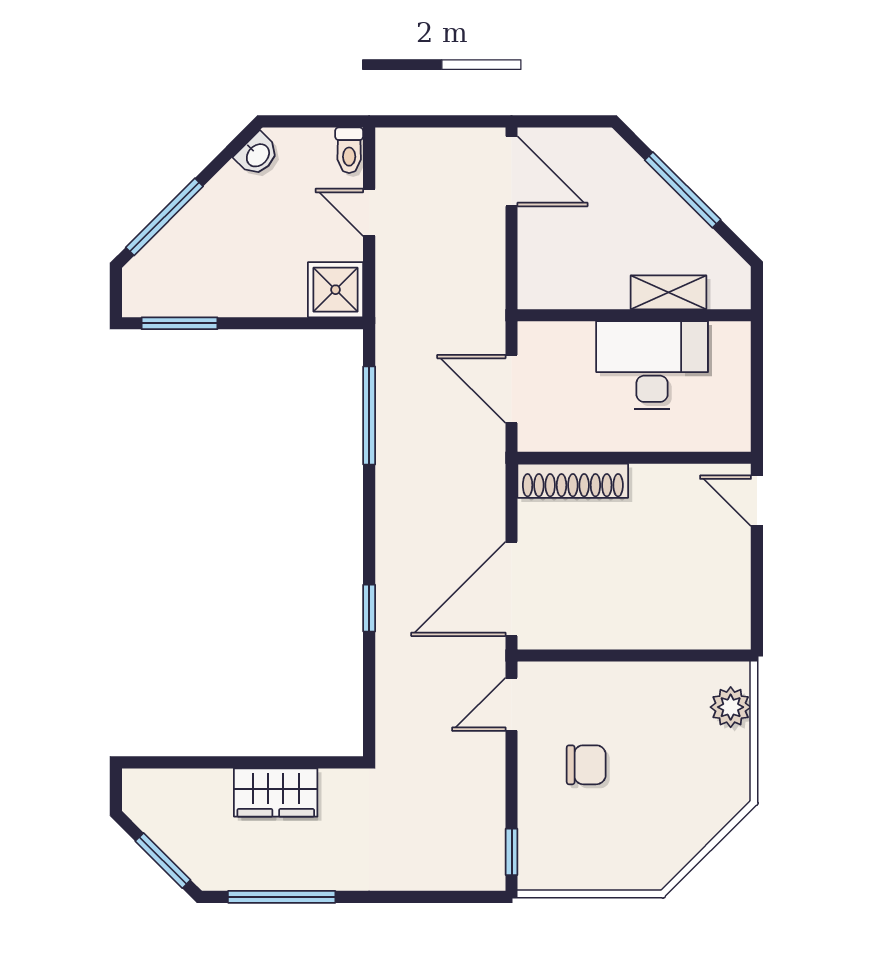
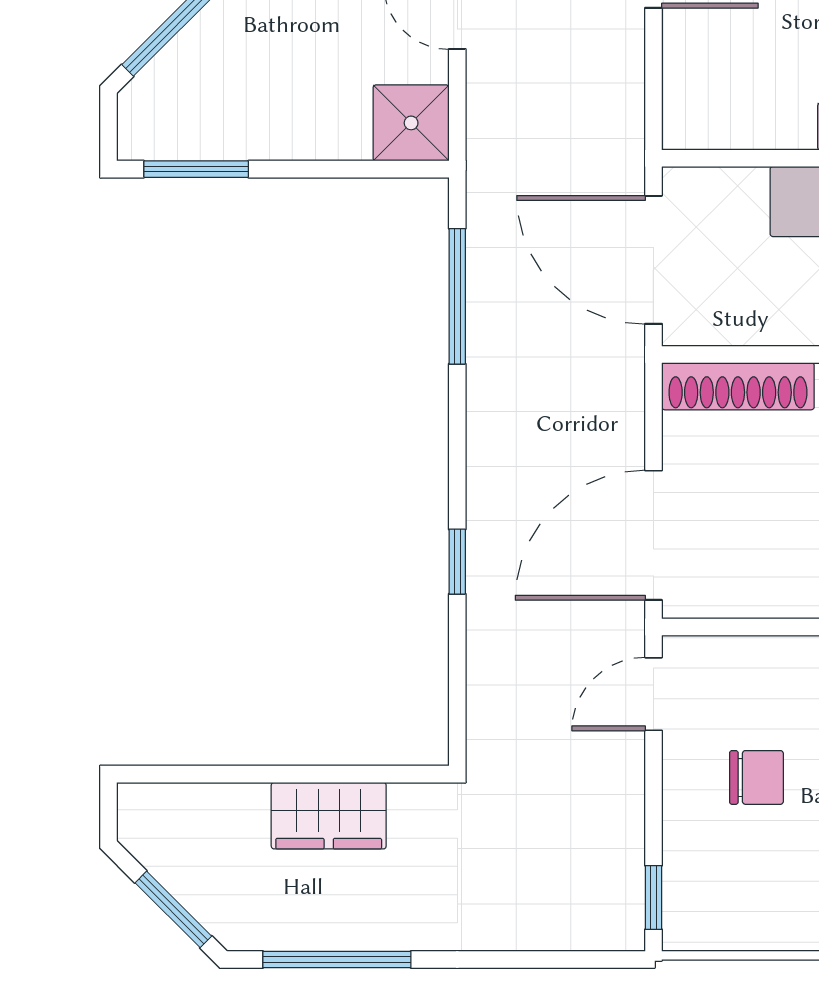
door: (512, 389) -> (653, 260), width x1.36

